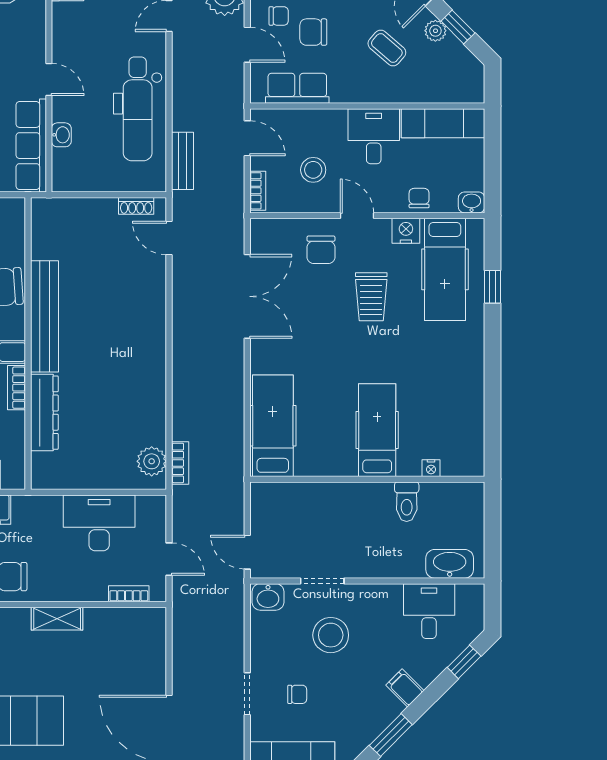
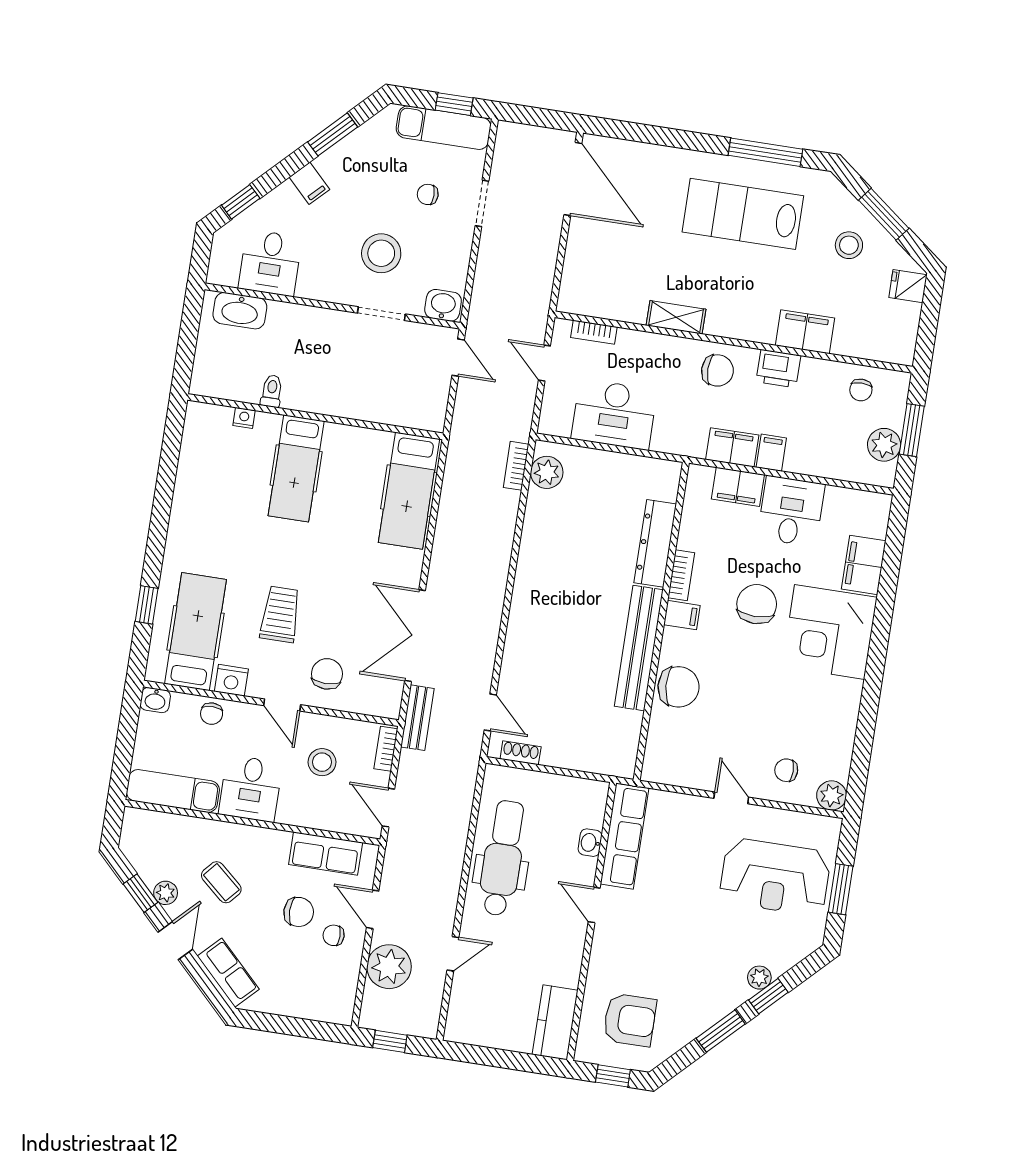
bench: (182, 161) -> (417, 718), moved
toilet: (407, 502) -> (272, 391), width x0.73, depth x0.72

